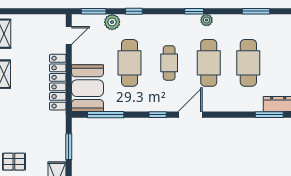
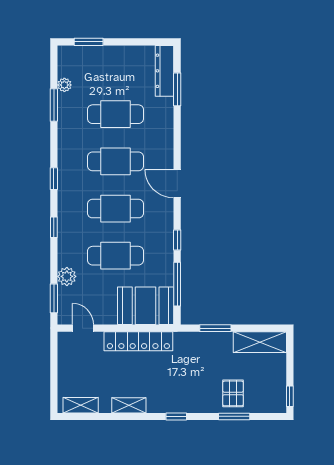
window: (134, 11) -> (54, 227), moved
plant: (207, 20) -> (64, 85), moved
cafe table: (169, 63) -> (116, 209), width x1.37, depth x1.35
window: (158, 115) -> (177, 240), moved

